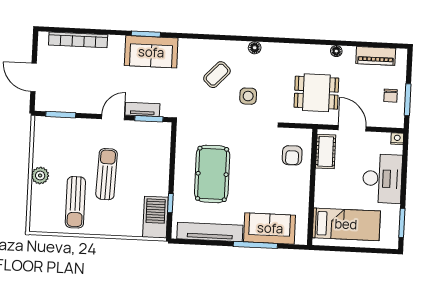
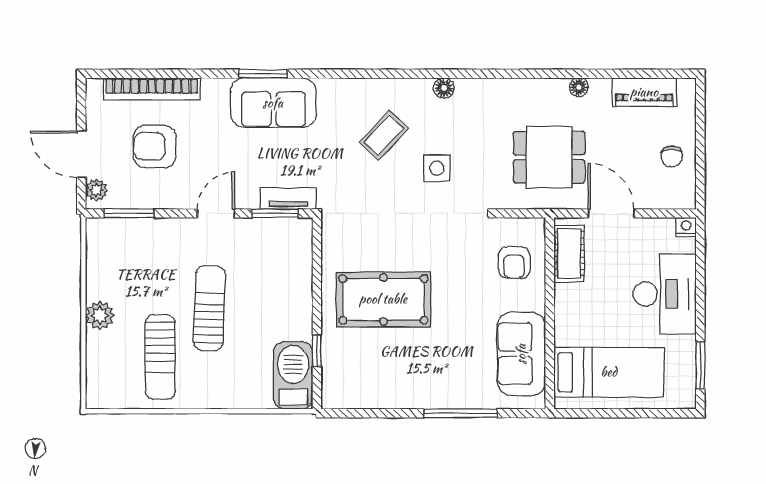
armchair: (78, 75) -> (155, 146), added
plant: (42, 100) -> (96, 190), added
window: (408, 100) -> (700, 162), removed
tv unit: (142, 109) -> (288, 198), moved
pool table: (212, 174) -> (383, 299), turned 90
sofa: (270, 228) -> (521, 354), moved, turned -90
tv unit: (210, 232) -> (384, 395), removed

